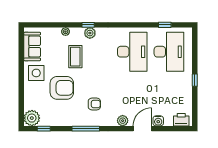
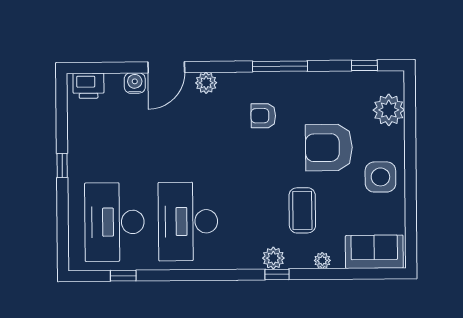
sofa: (32, 46) -> (374, 252), moved, turned 90
plant: (32, 118) -> (389, 110), moved

